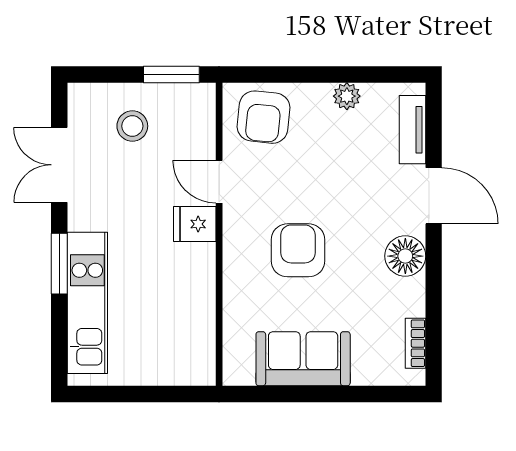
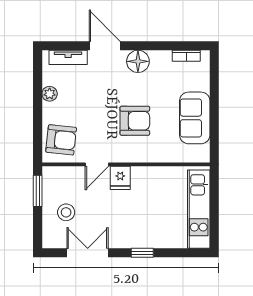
double door: (59, 165) -> (88, 253), swing flipped
door: (434, 196) -> (105, 46), hinge flipped
armchair: (298, 250) -> (135, 121), turned 180
window: (59, 264) -> (142, 253), width x0.67
kitchen unit: (87, 303) -> (199, 209), moved, turned -90

